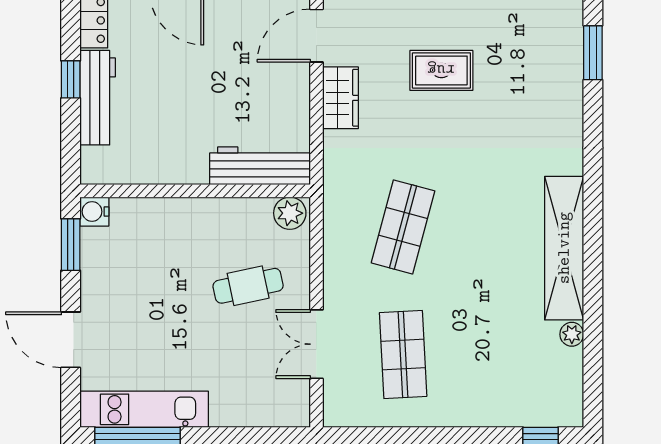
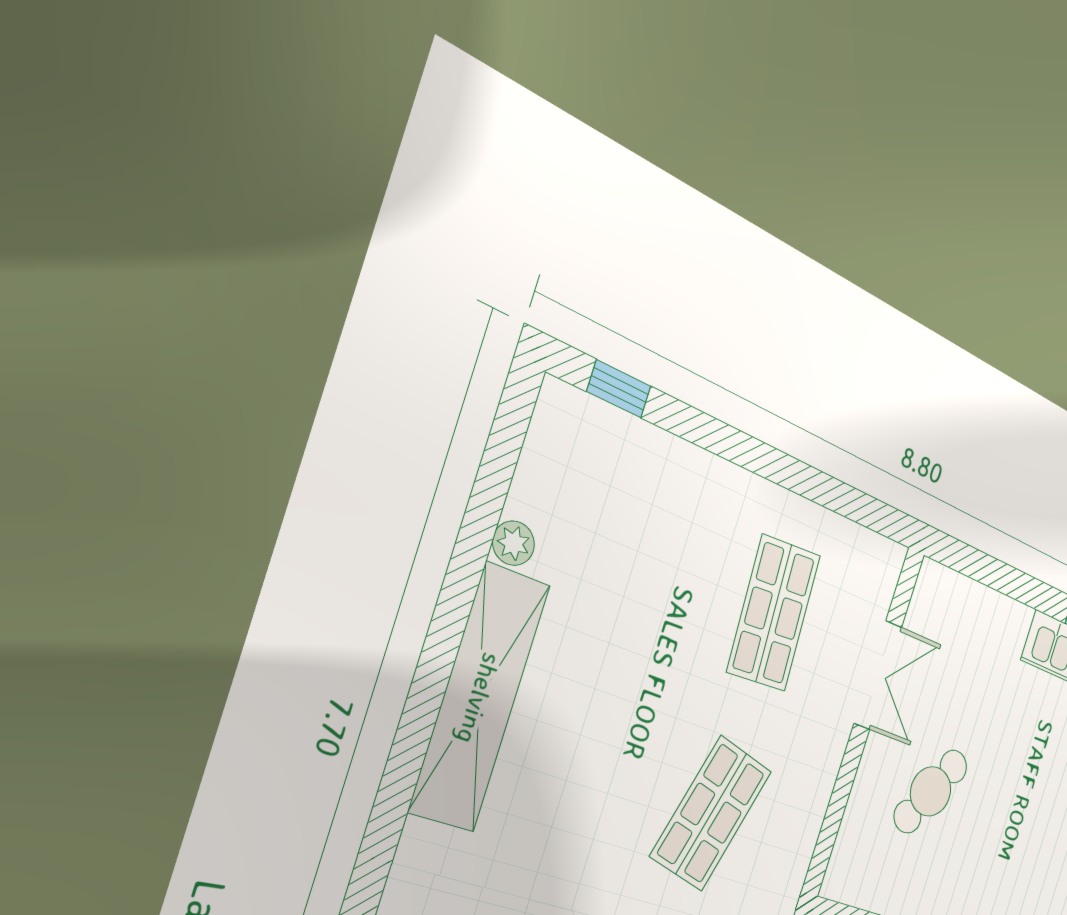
plant: (290, 213) -> (849, 880), removed
cafe table: (248, 286) -> (931, 791), turned -48

